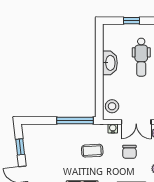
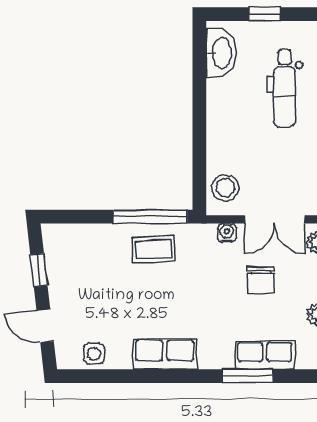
washbasin: (110, 63) -> (221, 53), moved
coffee table: (92, 151) -> (153, 249), moved

